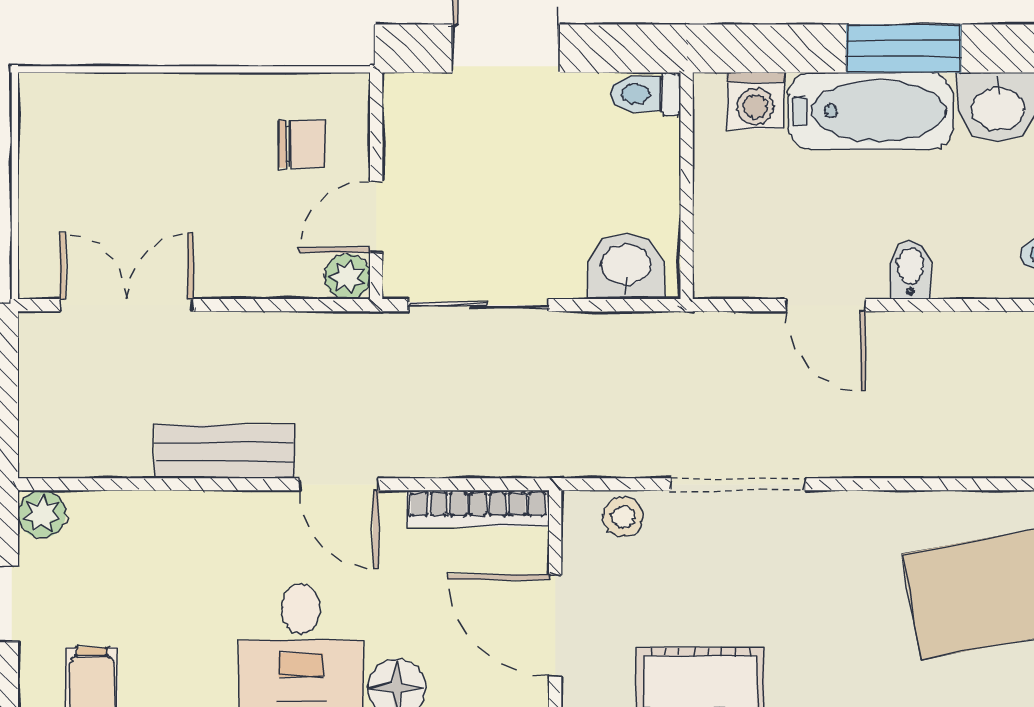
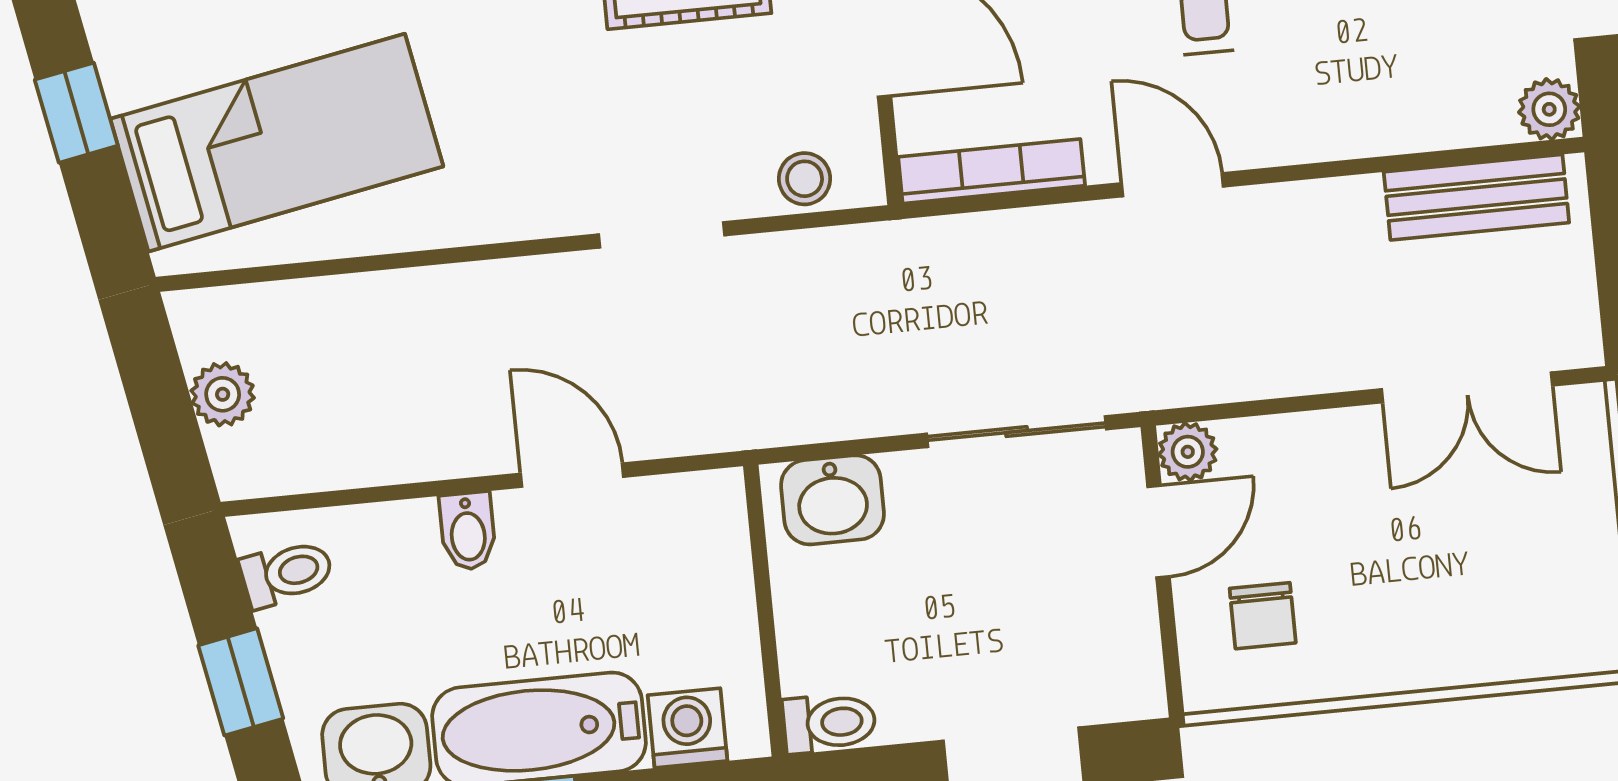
chair: (302, 144) -> (1263, 616), turned -90
bench: (225, 452) -> (1476, 197), moved
doorway: (738, 484) -> (662, 235), width x0.73

